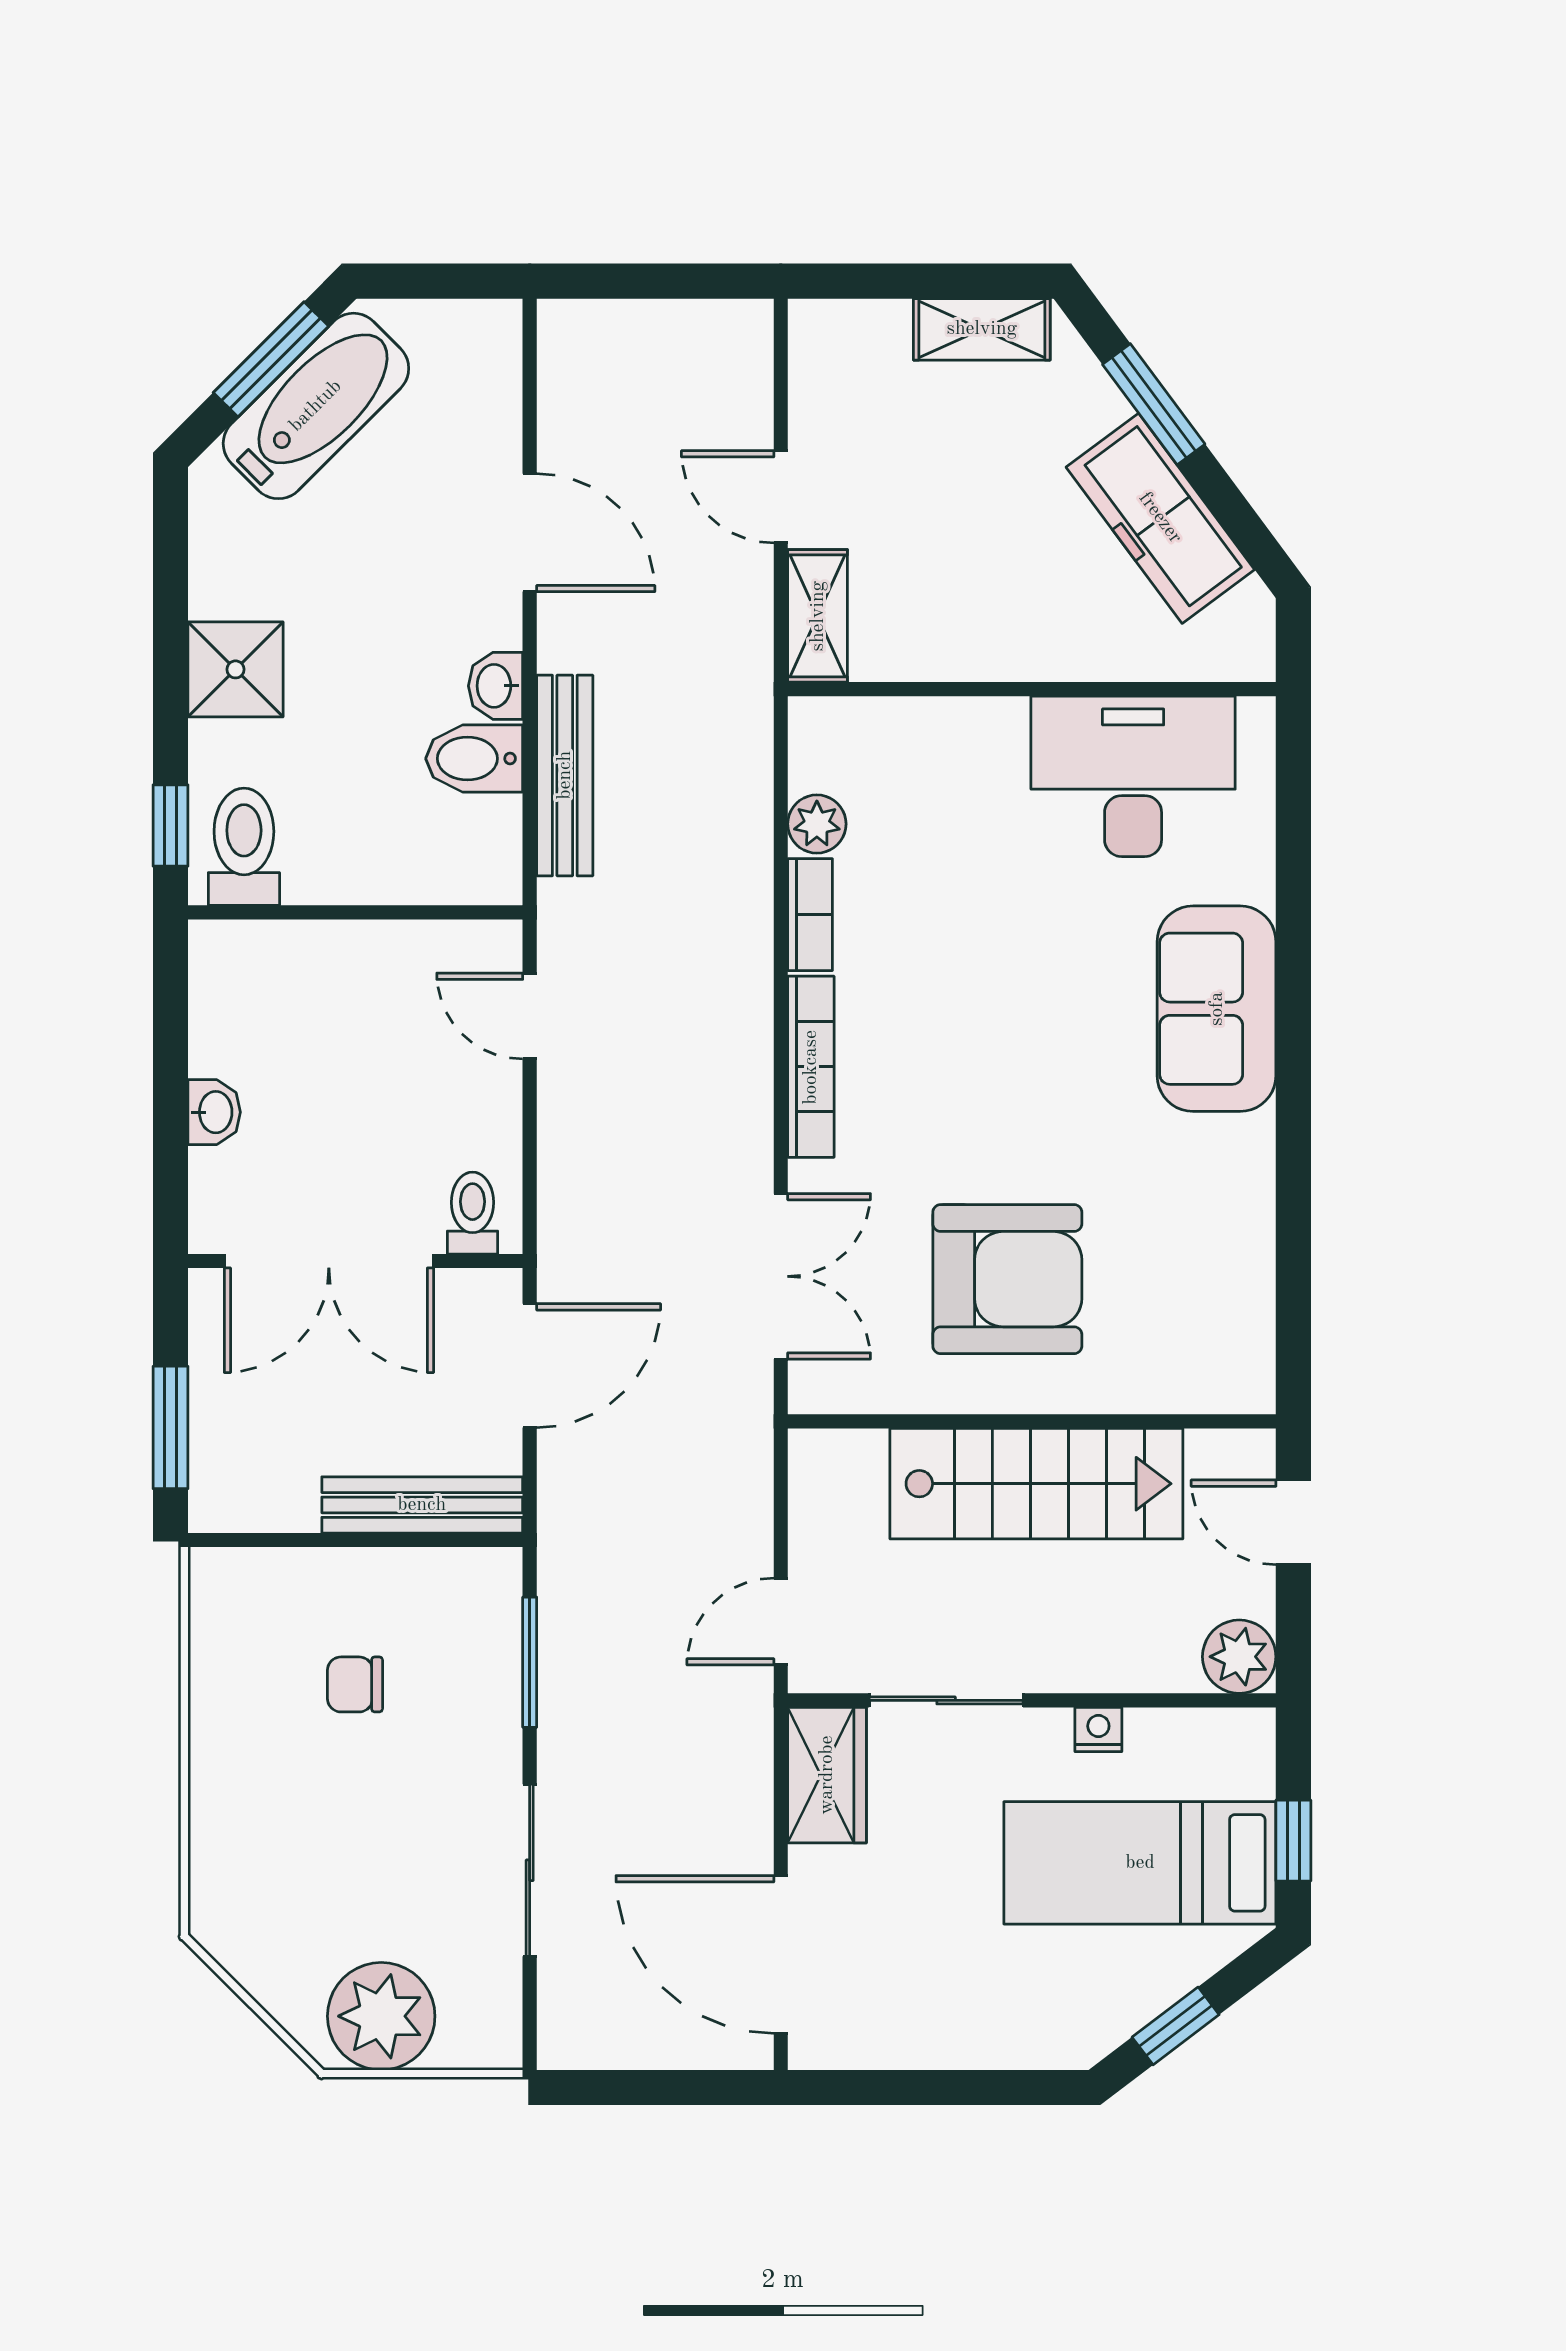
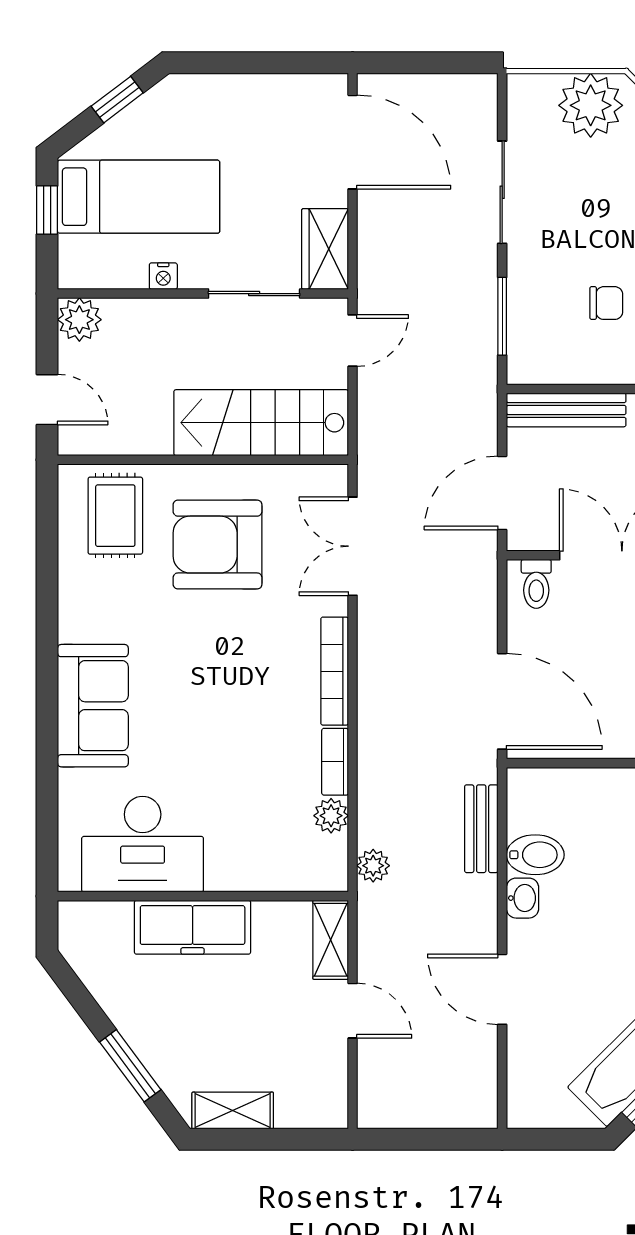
freezer: (1160, 518) -> (193, 927), moved, turned 127
plant: (746, 740) -> (373, 866), added
bench: (565, 775) -> (481, 829), width x0.73
door: (530, 1016) -> (502, 701), width x1.88
rug: (1179, 1328) -> (115, 516), added
stairs: (1036, 1484) -> (261, 423), moved

